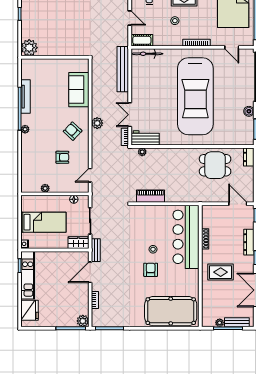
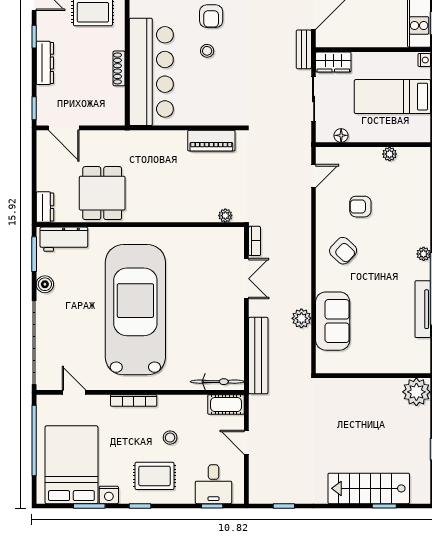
plant: (97, 123) -> (301, 318), moved
workbench: (145, 138) -> (64, 239), moved
dining table: (215, 165) -> (102, 193), turned 90

